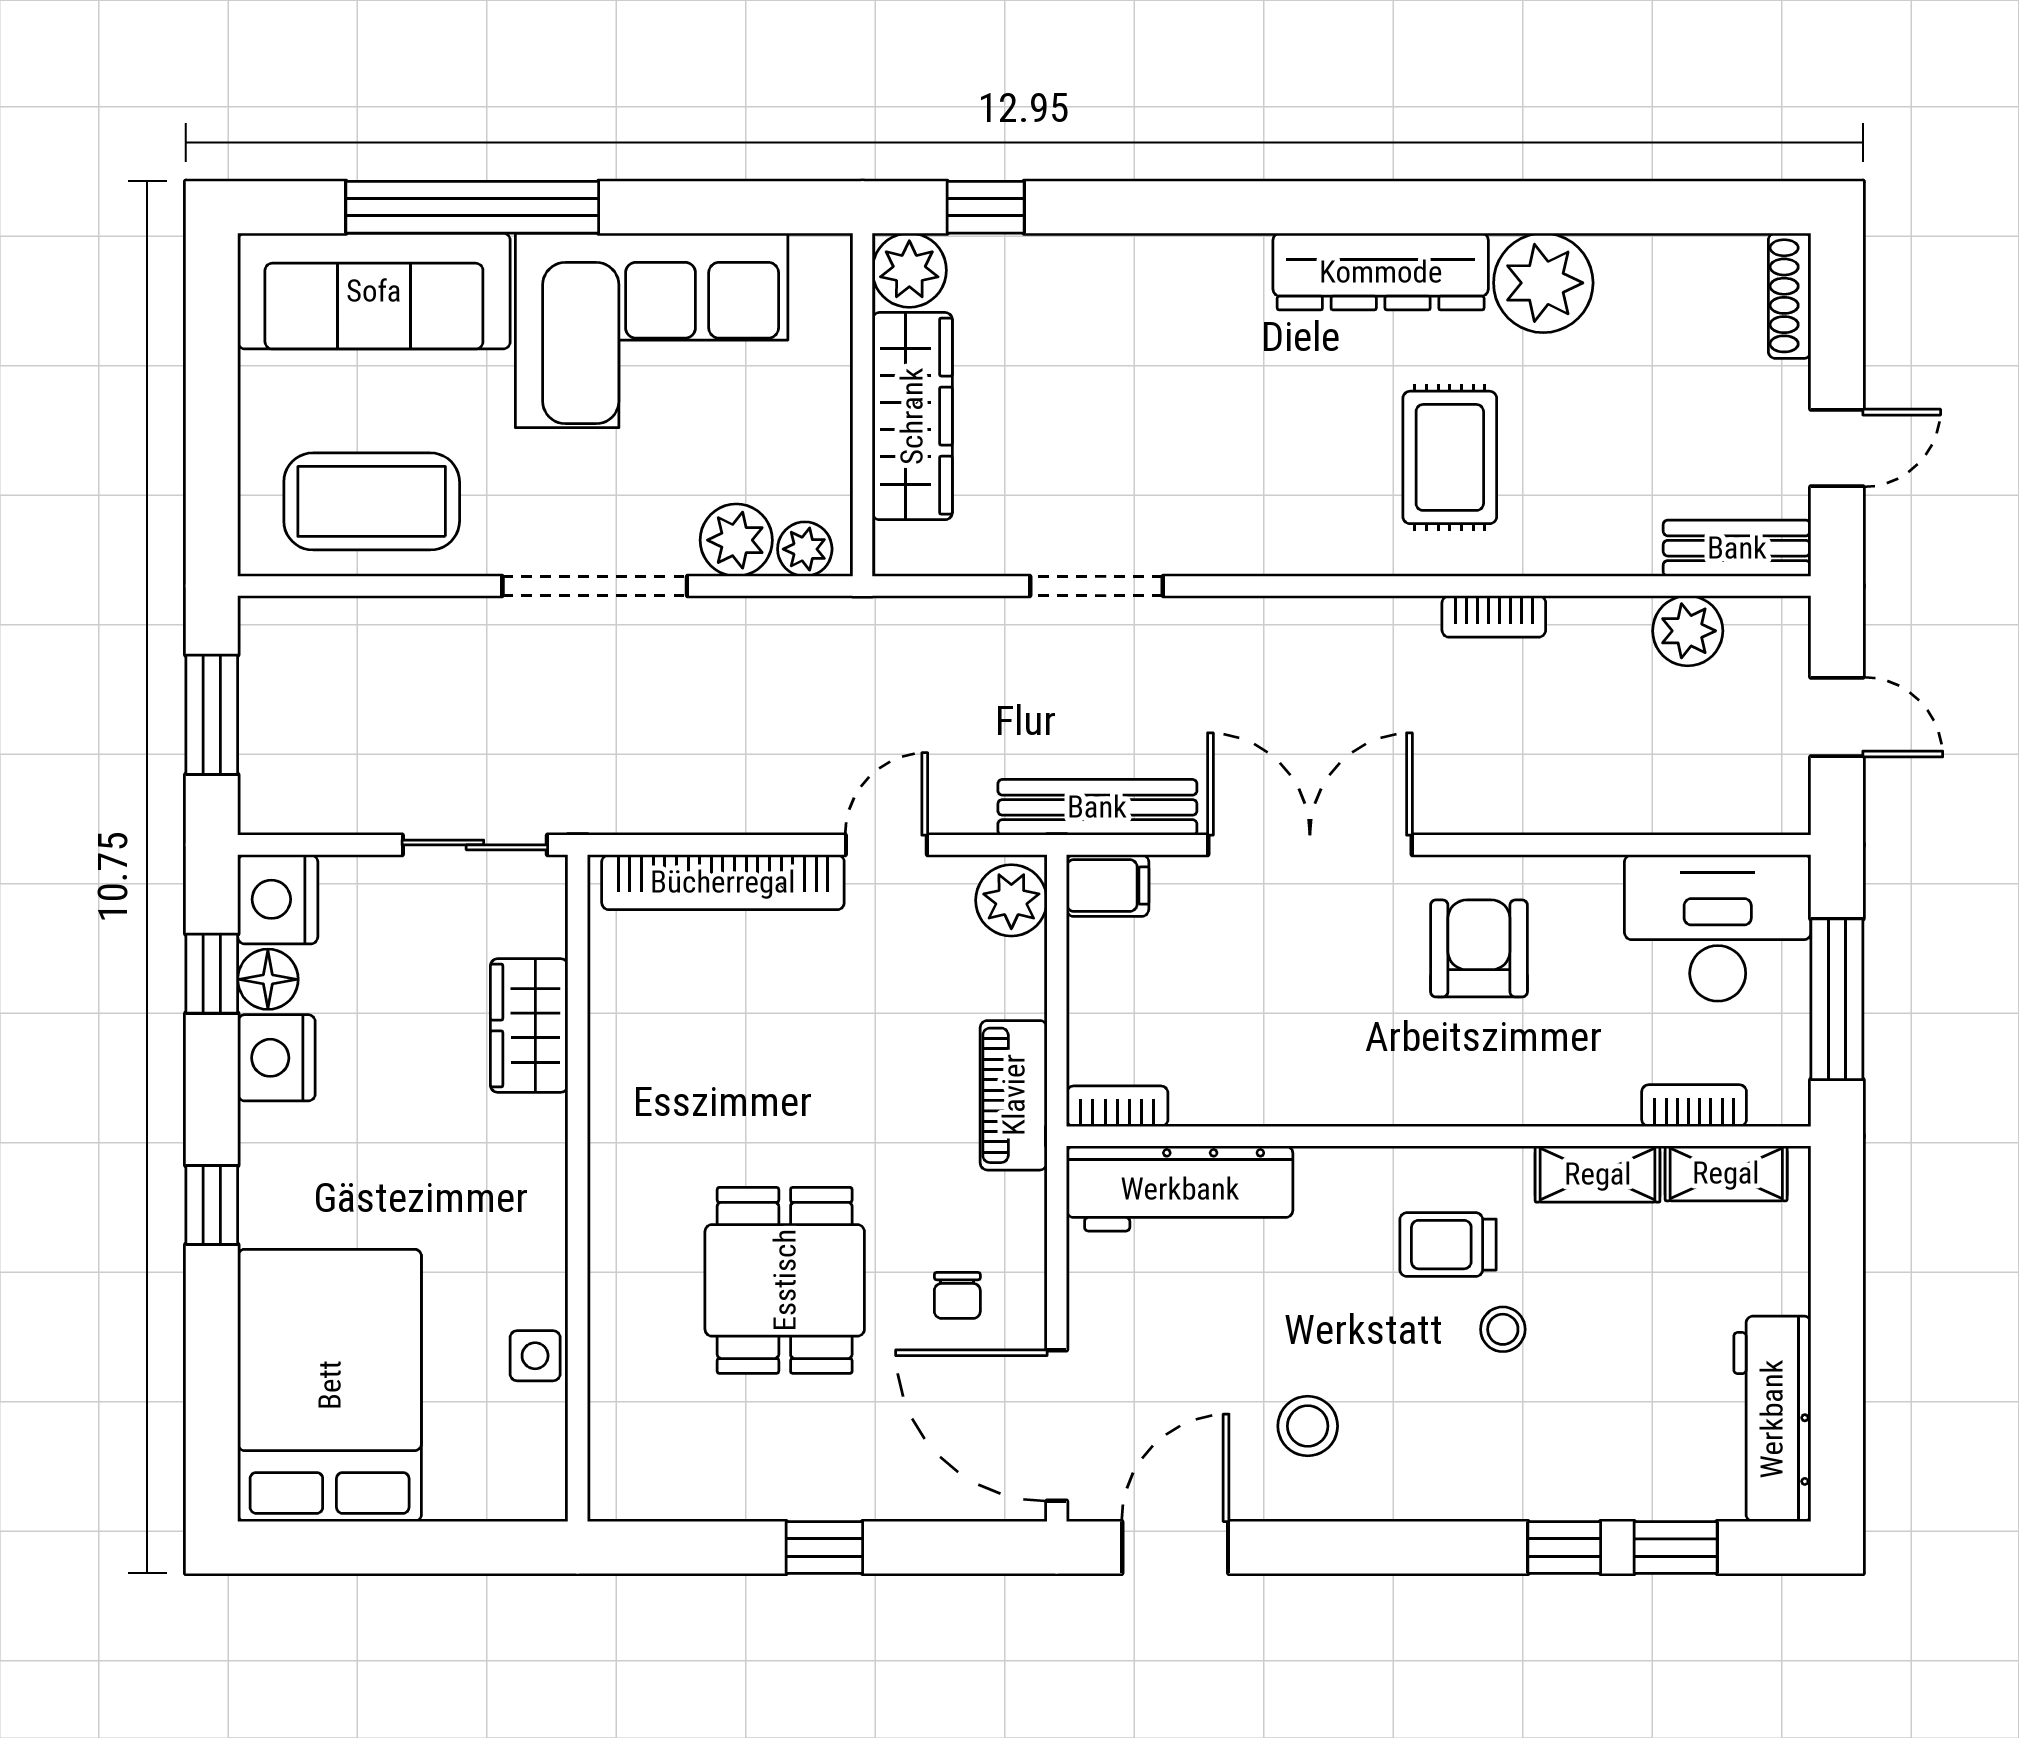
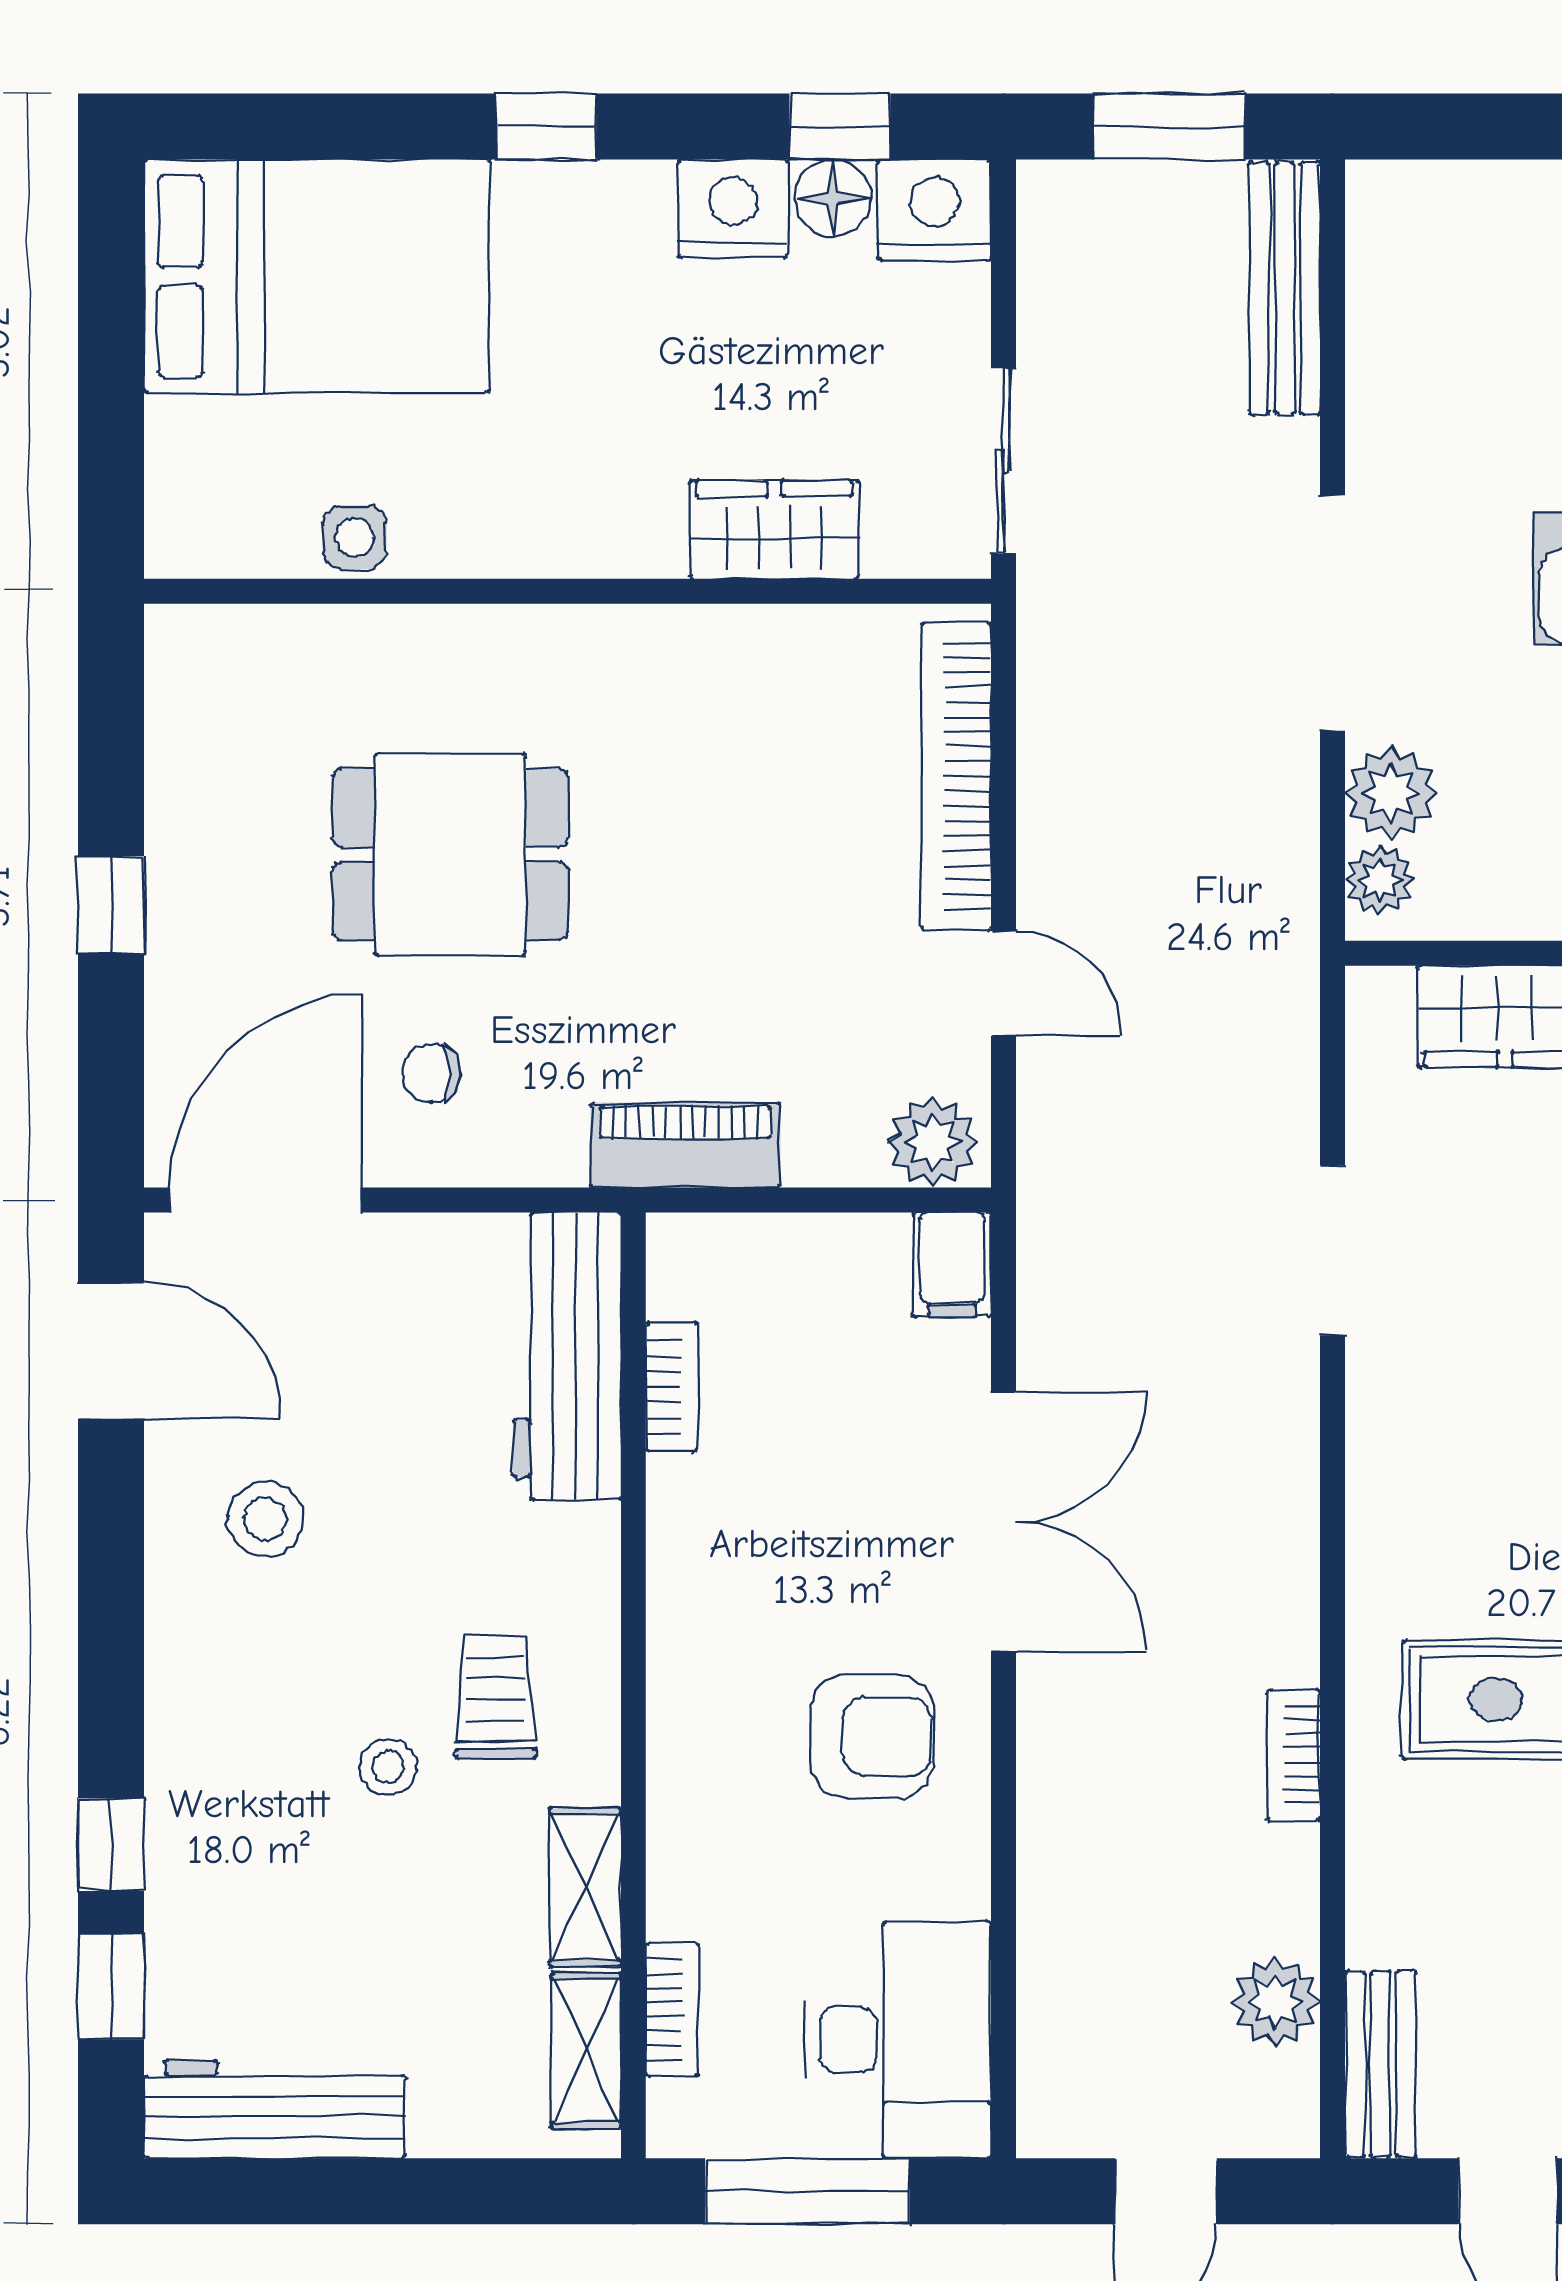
coffee table: (372, 501) -> (1440, 330), removed
bench: (1097, 807) -> (1285, 288), moved
bookcase: (1117, 1106) -> (672, 1387), moved

